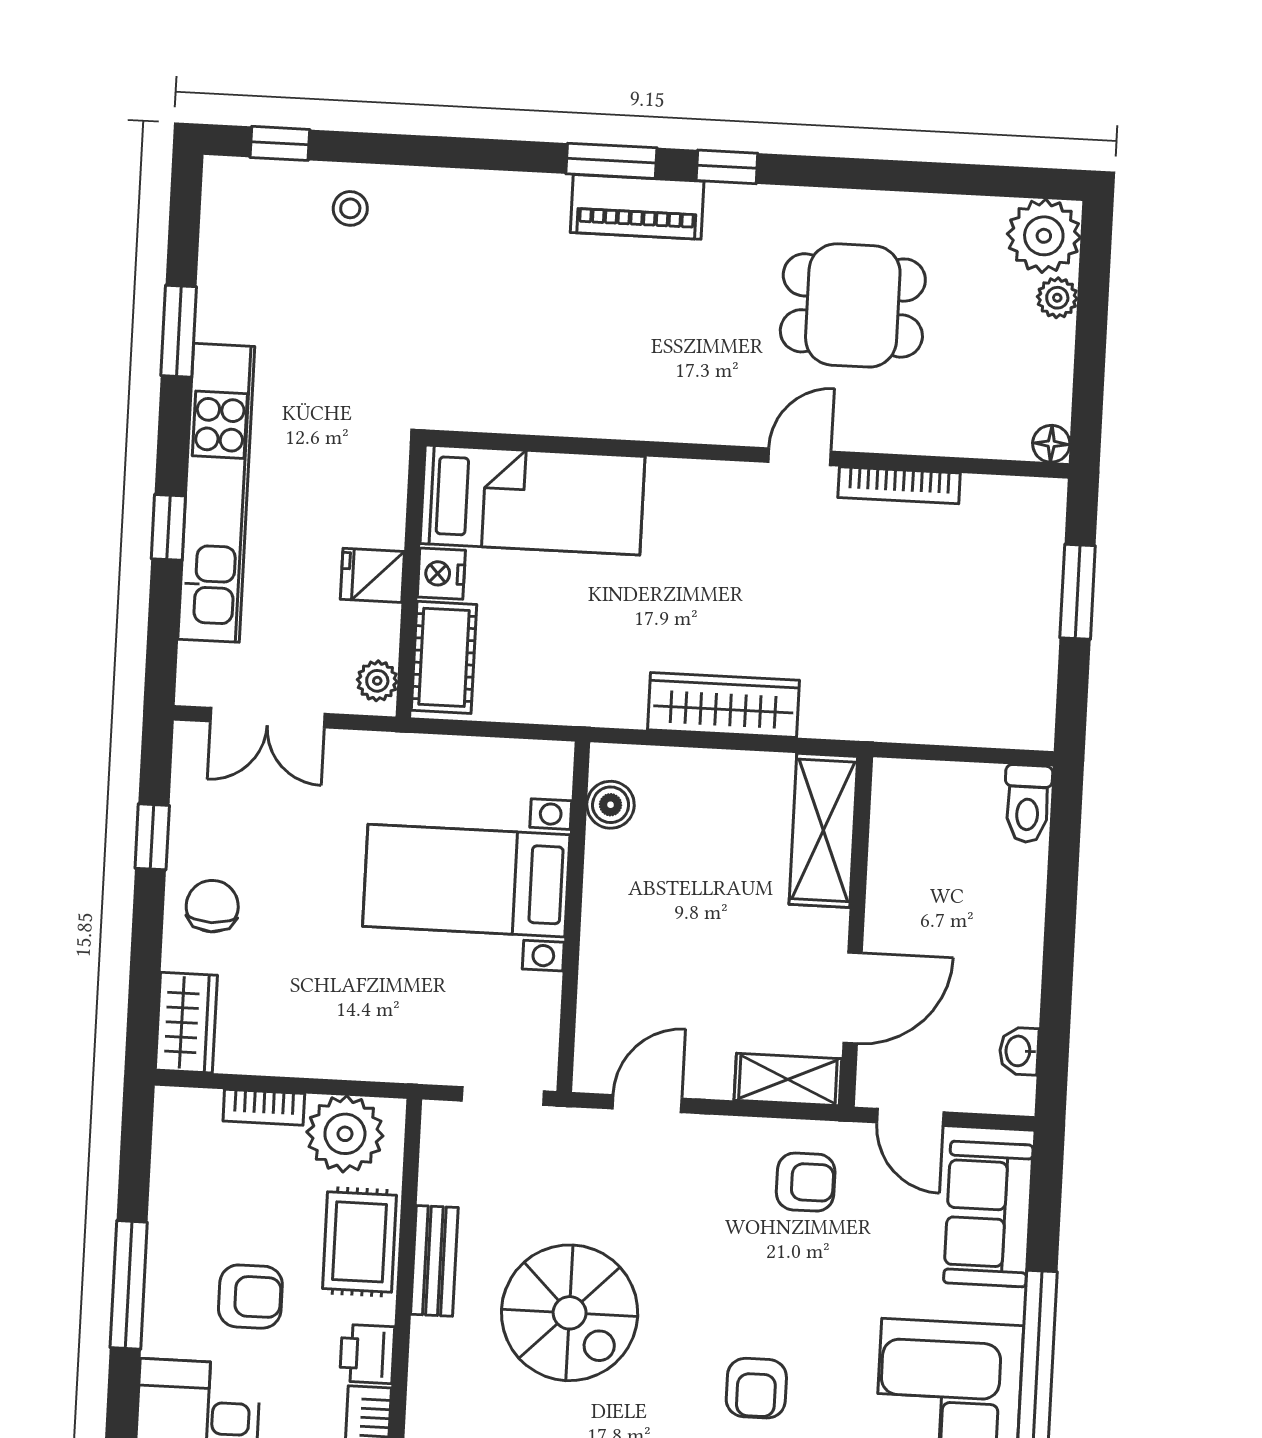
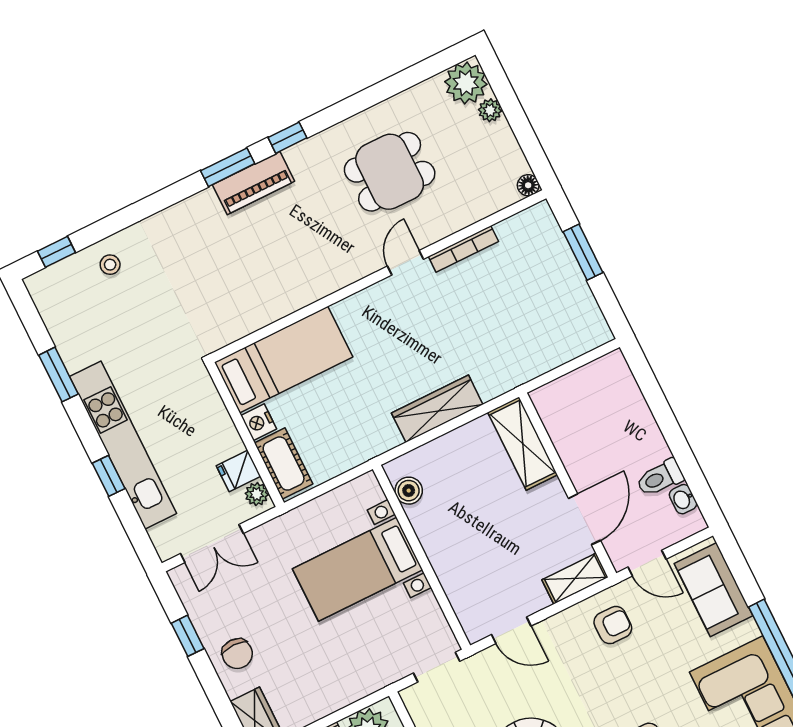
fridge: (372, 575) -> (239, 471), moved
toilet: (1028, 804) -> (660, 478), moved, turned 90
chair: (212, 906) -> (237, 654), turned 180
door: (647, 1104) -> (511, 630), swing flipped

